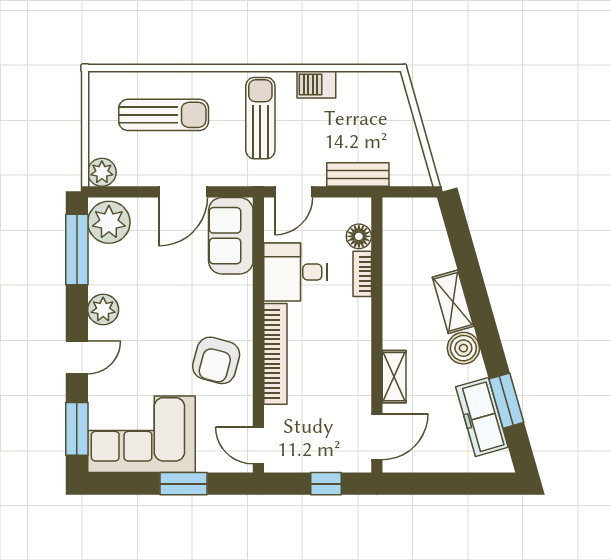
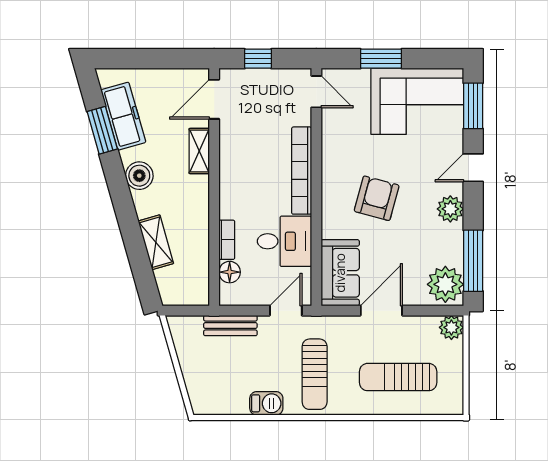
shelving: (453, 302) -> (156, 242), moved
armchair: (216, 360) -> (377, 198), moved

